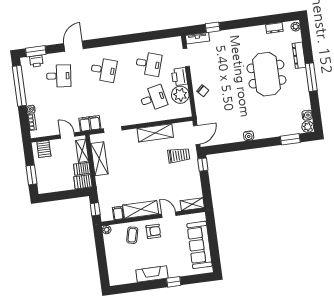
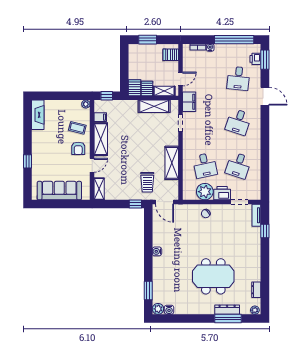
window: (311, 77) -> (228, 319), moved
fireplace: (152, 274) -> (38, 115), moved

